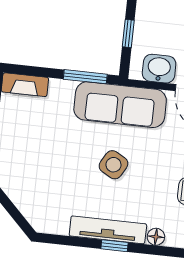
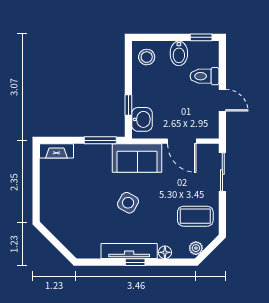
washbasin: (159, 69) -> (142, 119), moved, turned 90
sofa: (120, 105) -> (137, 158), width x0.73

